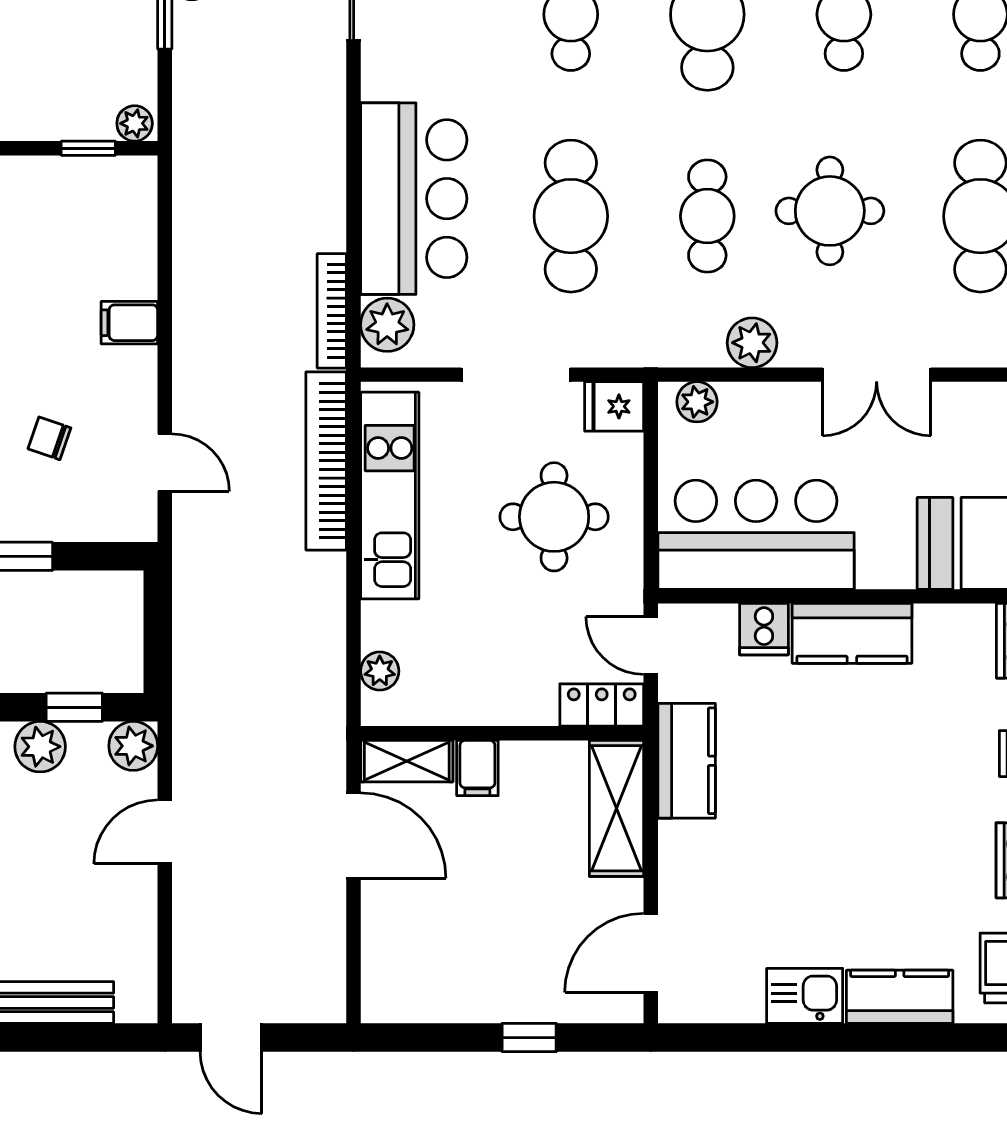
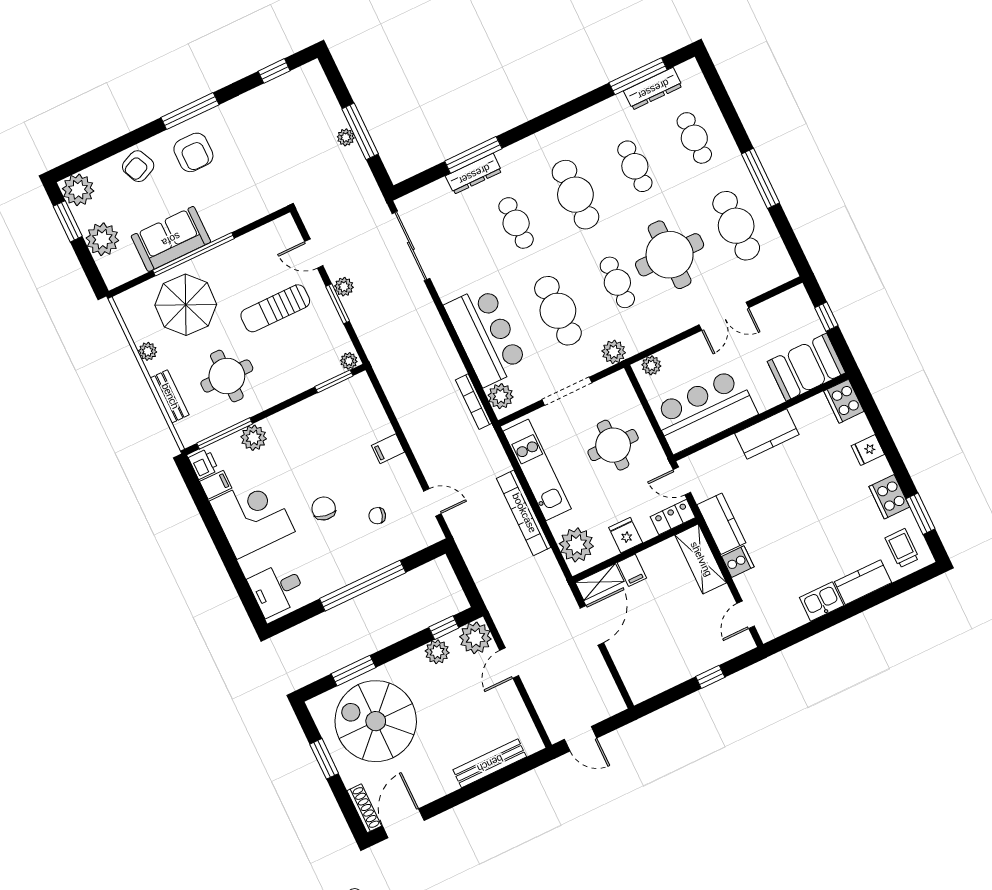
window: (88, 148) -> (334, 381), width x1.50
round table: (830, 211) -> (670, 255), width x1.36, depth x1.36
plant: (752, 343) -> (614, 352), moved
fridge: (614, 406) -> (626, 535), moved, turned 90
bookcase: (326, 461) -> (524, 513), moved
cooker: (764, 629) -> (738, 562), moved, turned -90
plant: (380, 671) -> (576, 545), width x1.88, depth x1.88
plant: (133, 746) -> (475, 638), width x1.36, depth x1.36
door: (354, 835) -> (592, 625), hinge flipped
door: (651, 953) -> (746, 615), width x0.73

